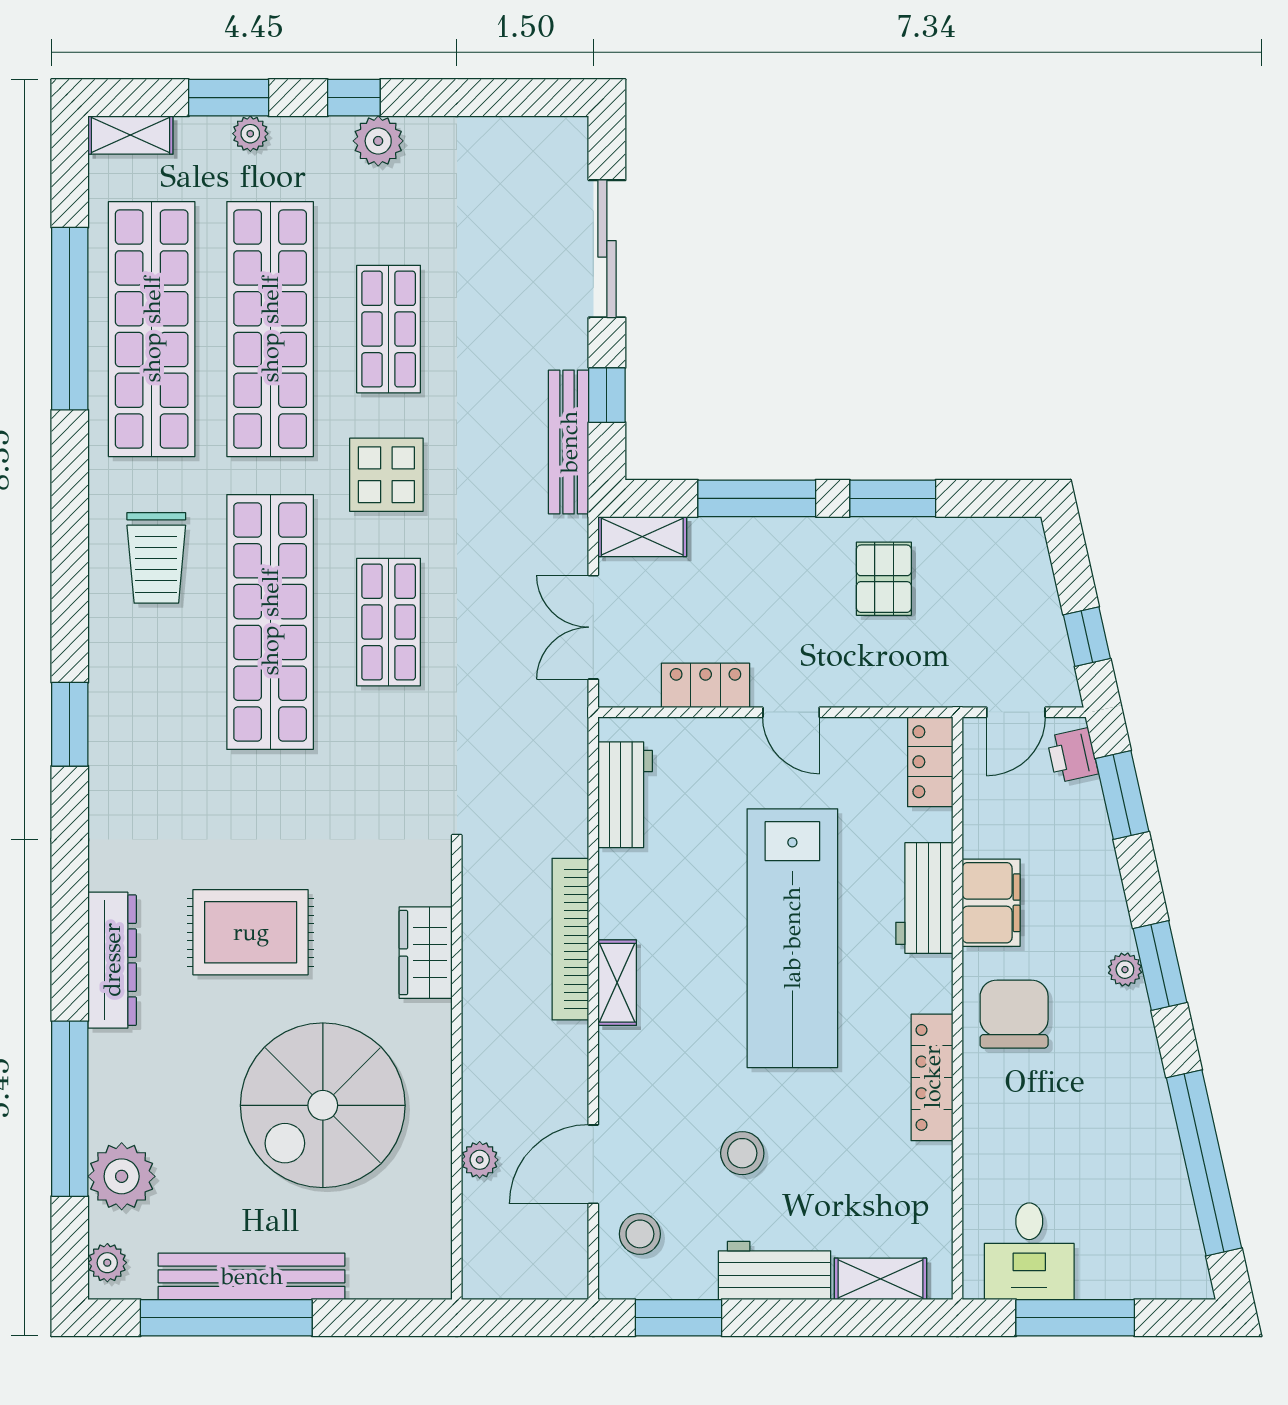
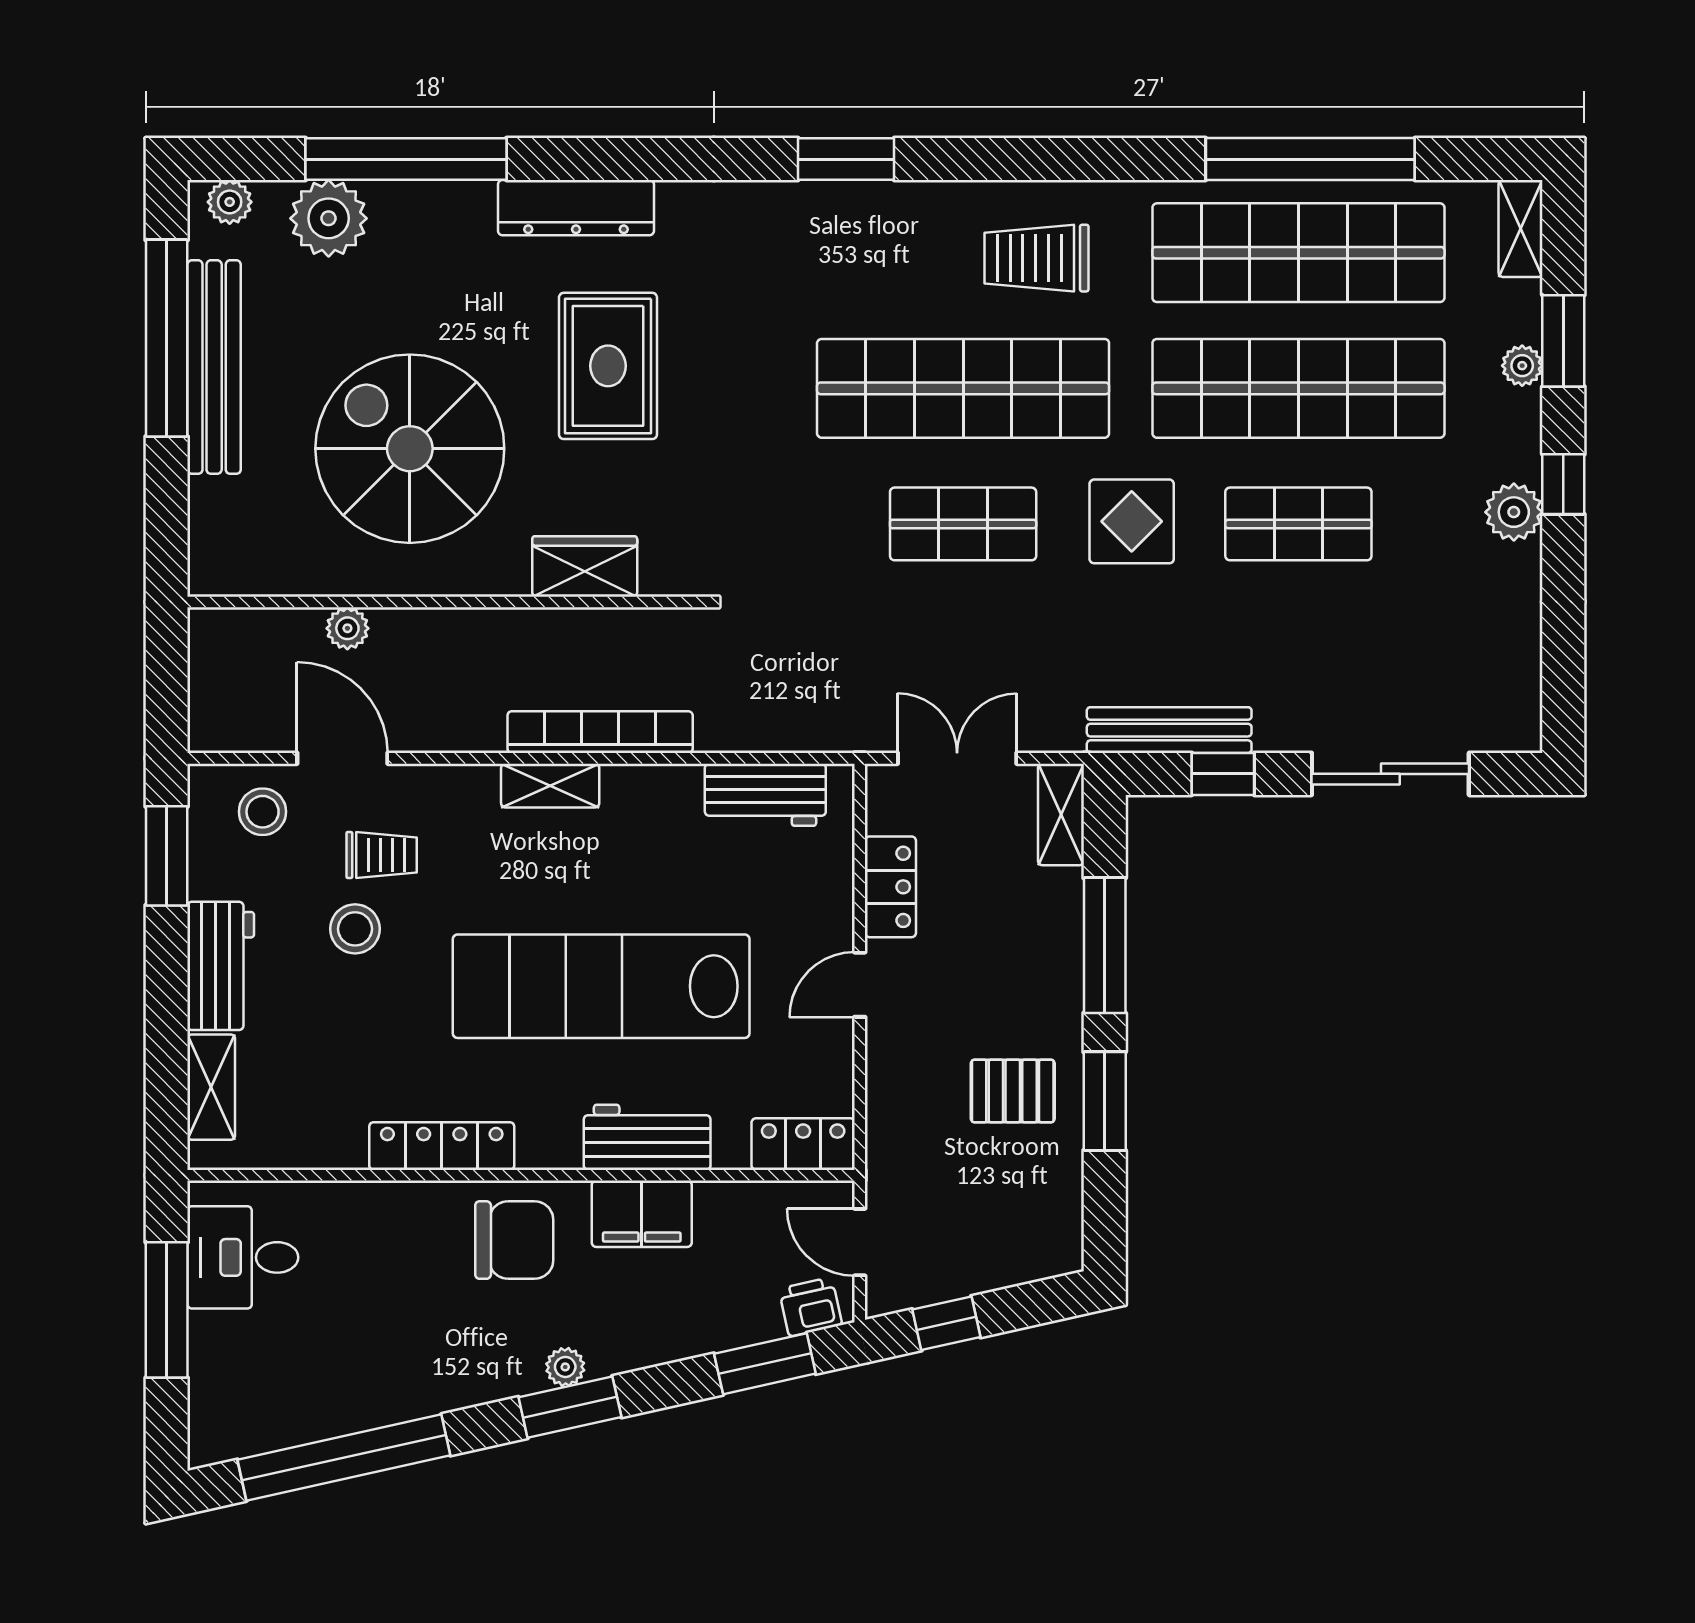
trolley: (678, 1130) -> (382, 855), added

